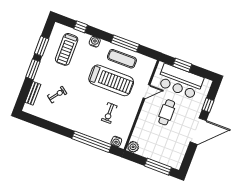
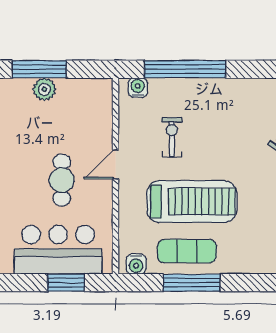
water cooler: (95, 42) -> (136, 264), moved
treadmill: (111, 80) -> (192, 202), turned 180
door: (147, 91) -> (116, 164), moved
plant: (133, 147) -> (44, 89), moved

